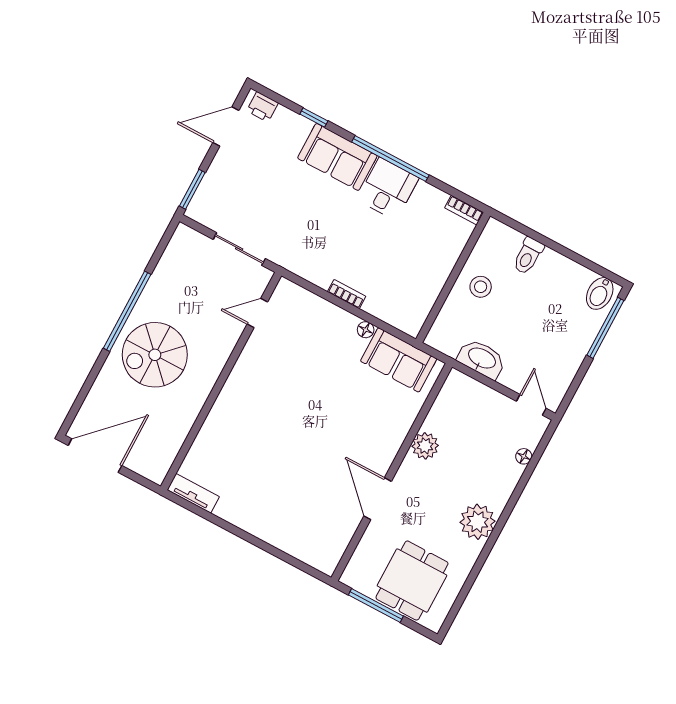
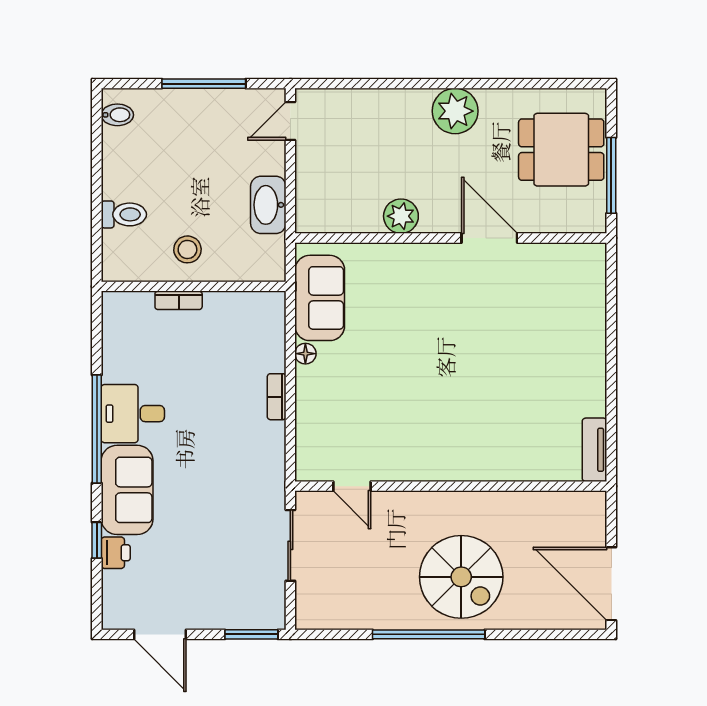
printer: (262, 107) -> (116, 553), moved
bookcase: (464, 210) -> (179, 300), moved, turned 90
bidet: (600, 293) -> (117, 115), width x0.72, depth x0.74
window: (605, 328) -> (204, 84), moved
floor lamp: (524, 456) -> (353, 98), removed
door: (378, 499) -> (489, 238), swing flipped

